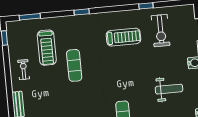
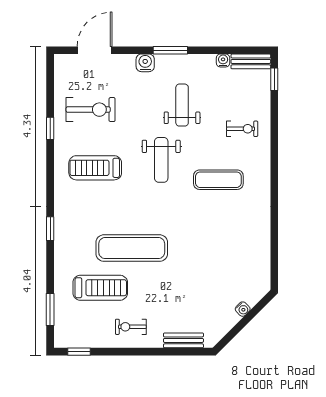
treadmill: (123, 37) -> (95, 168), turned -90
exercise mat: (74, 65) -> (132, 248), width x1.36, depth x1.45
weight bench: (133, 79) -> (161, 160), added

